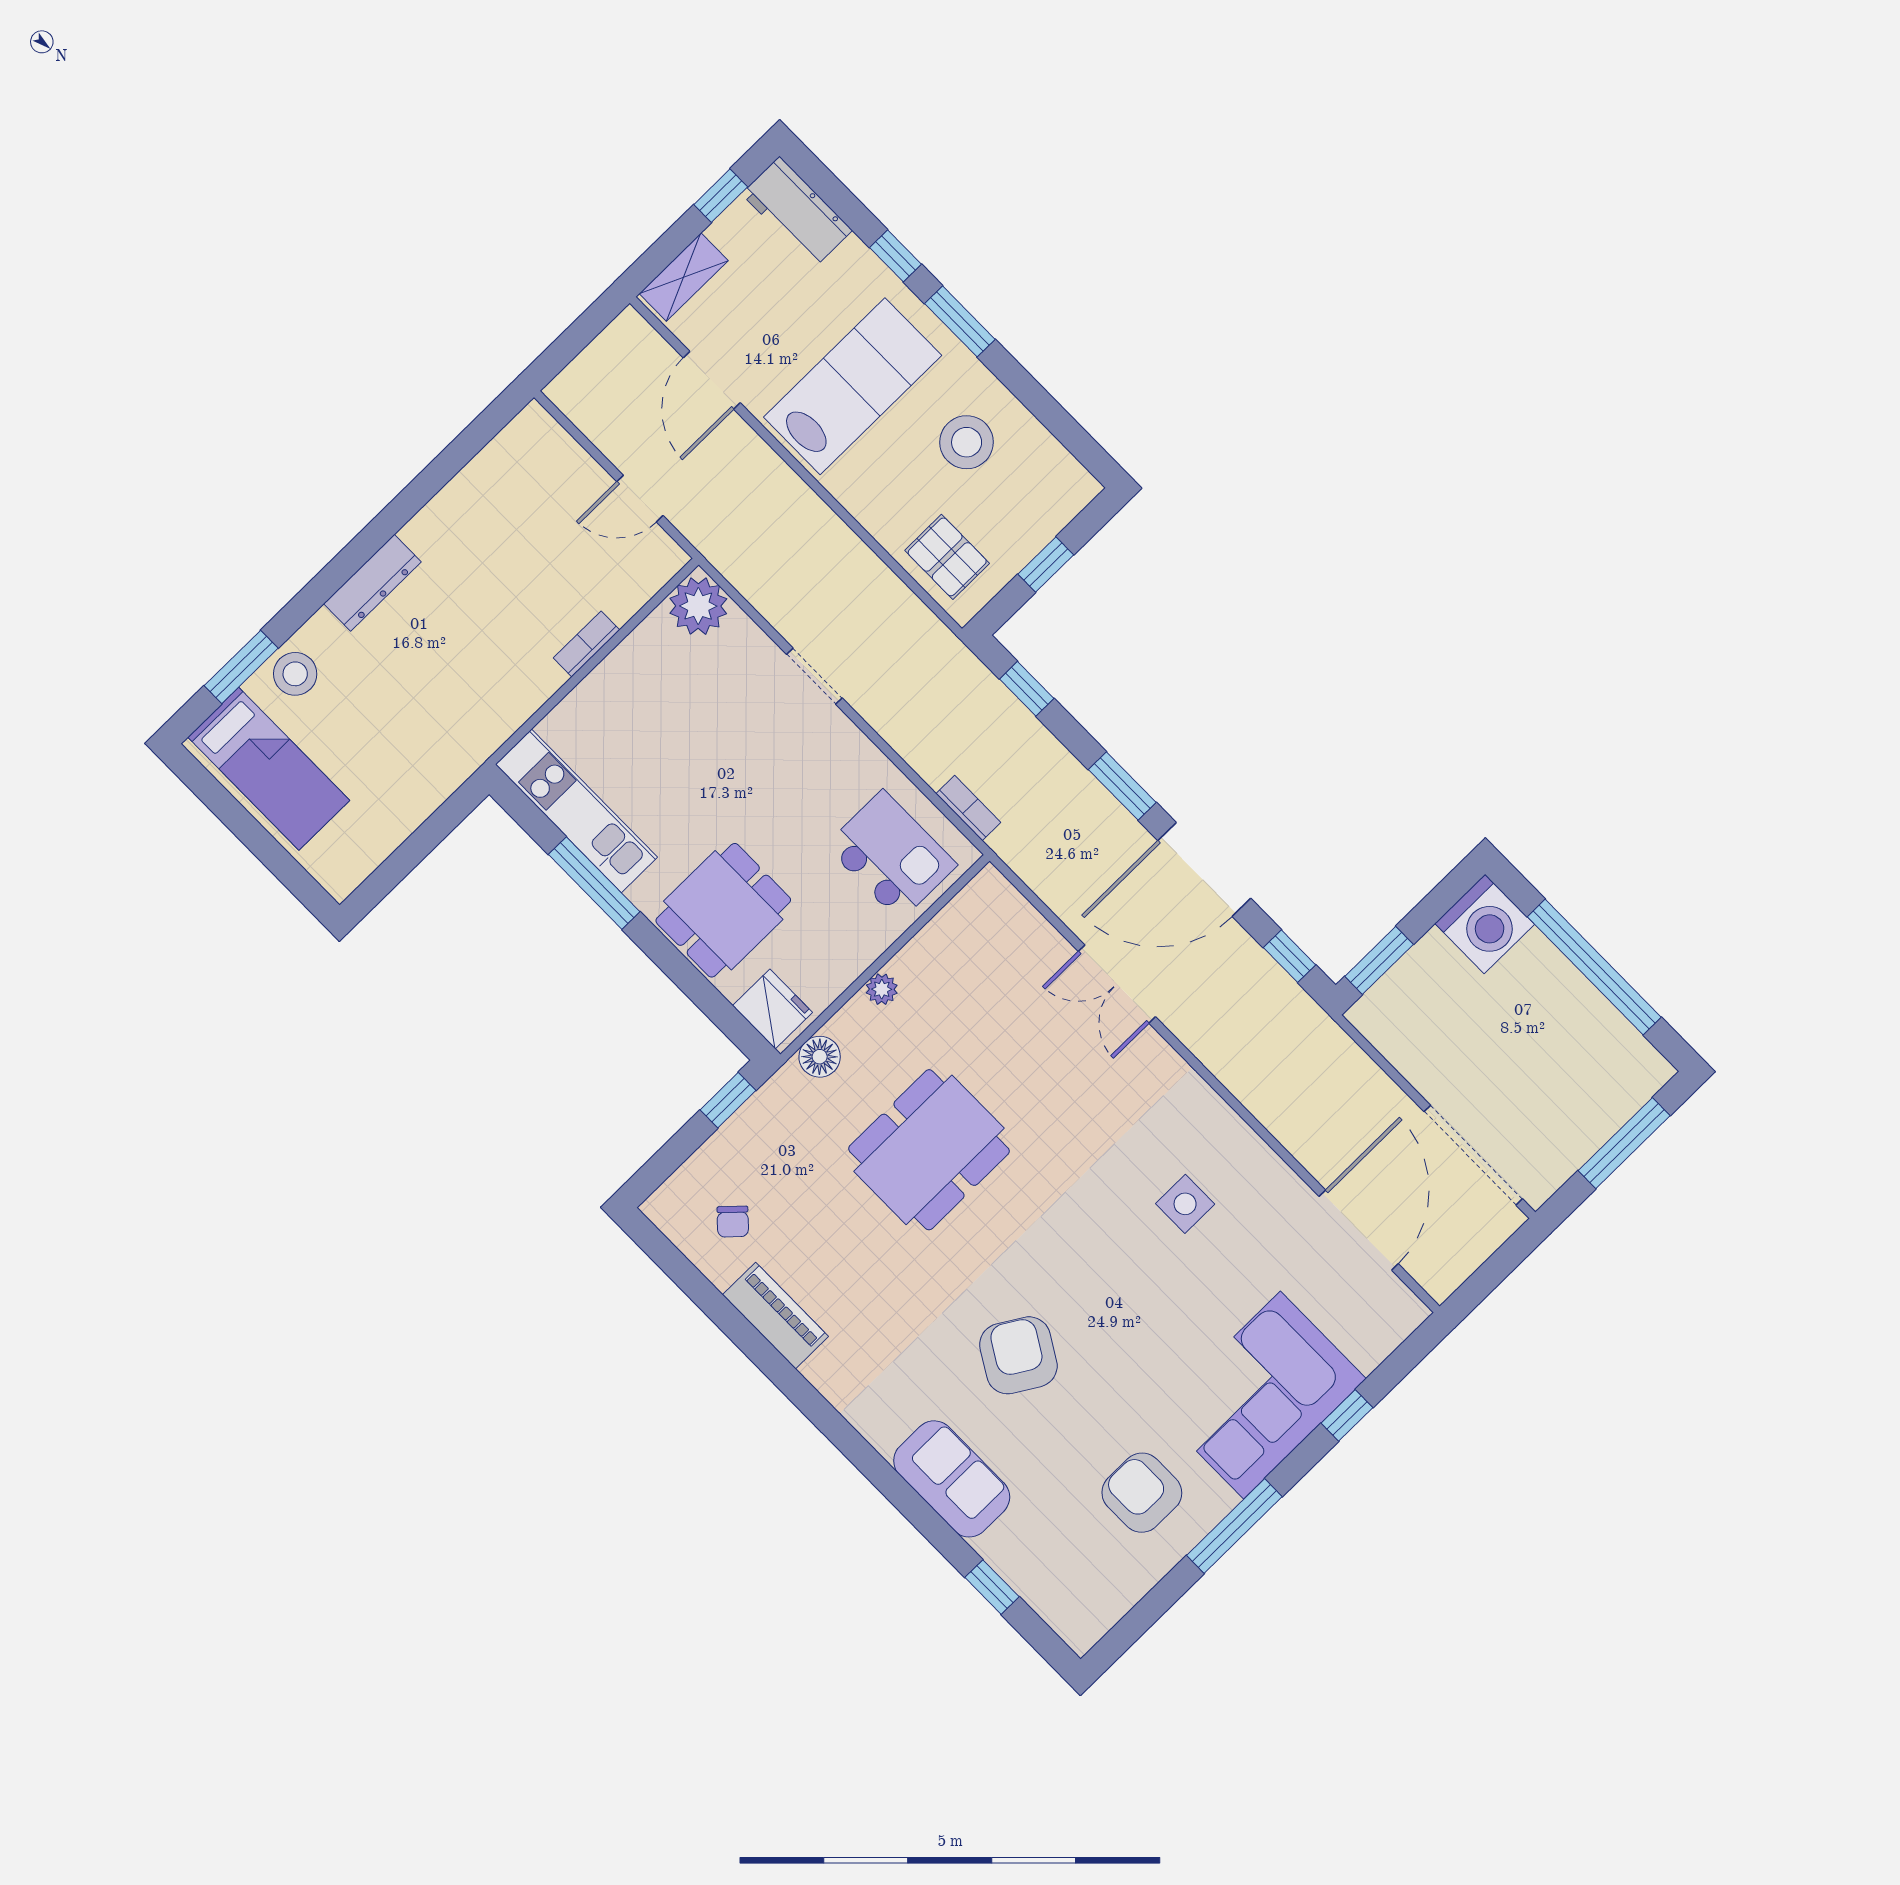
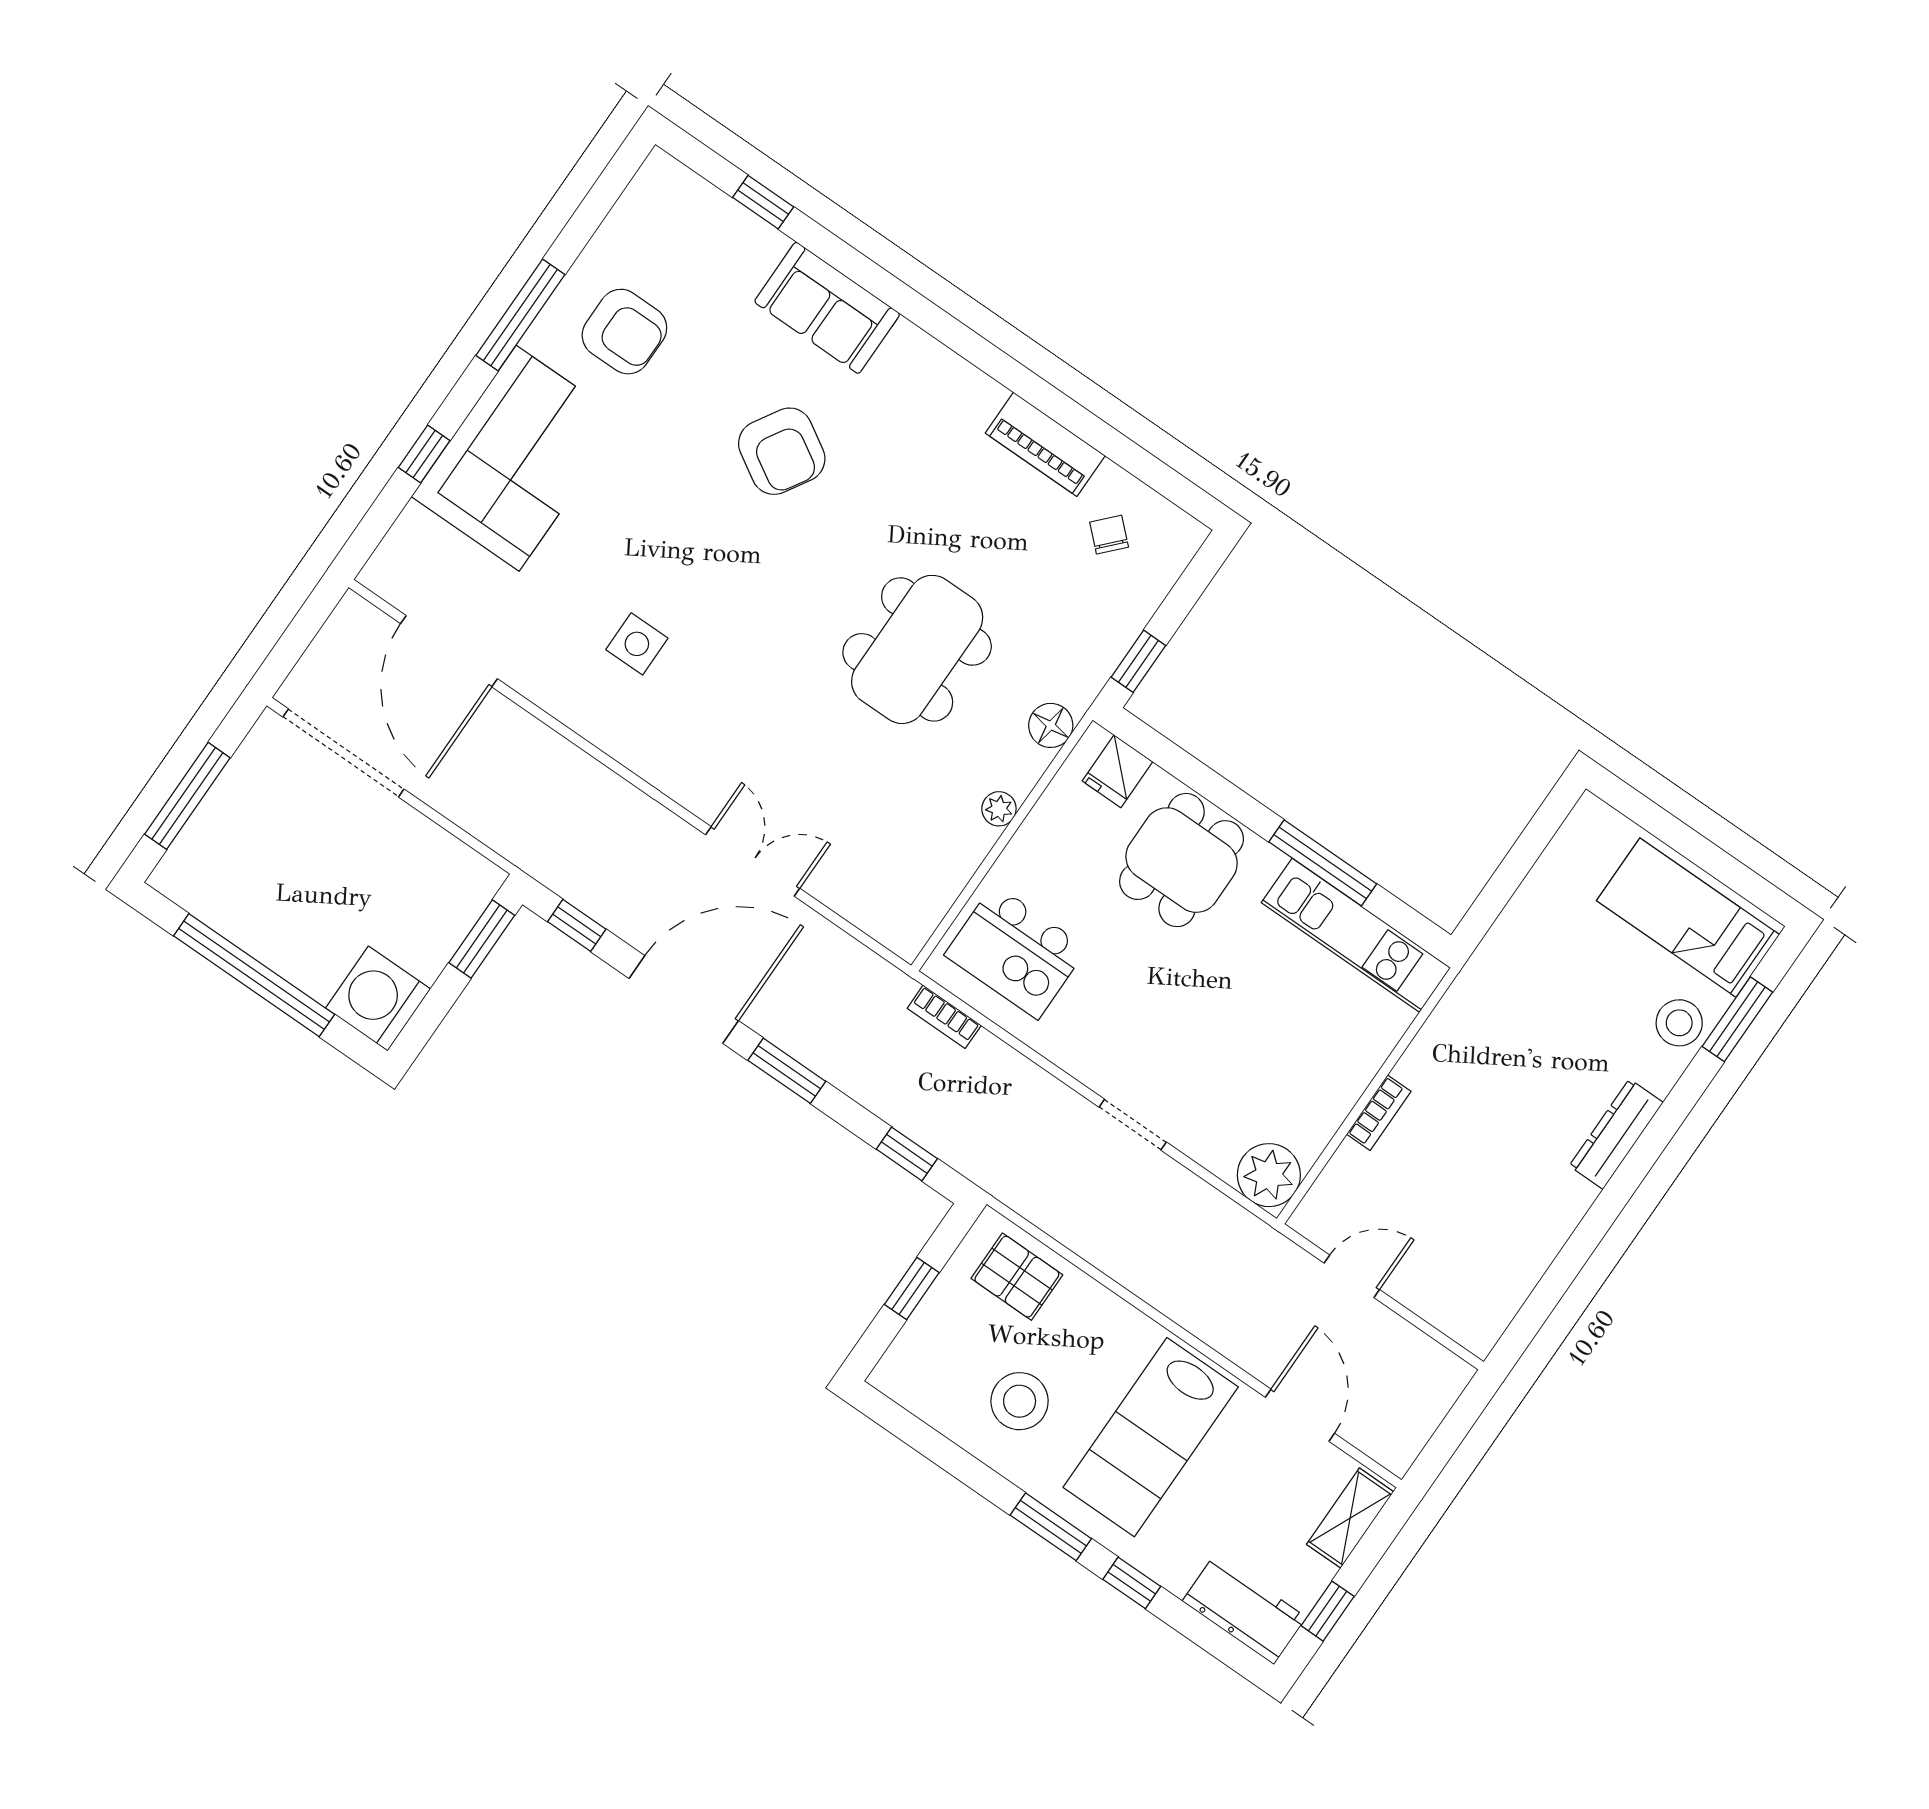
fridge: (772, 1009) -> (1117, 771), width x0.72

